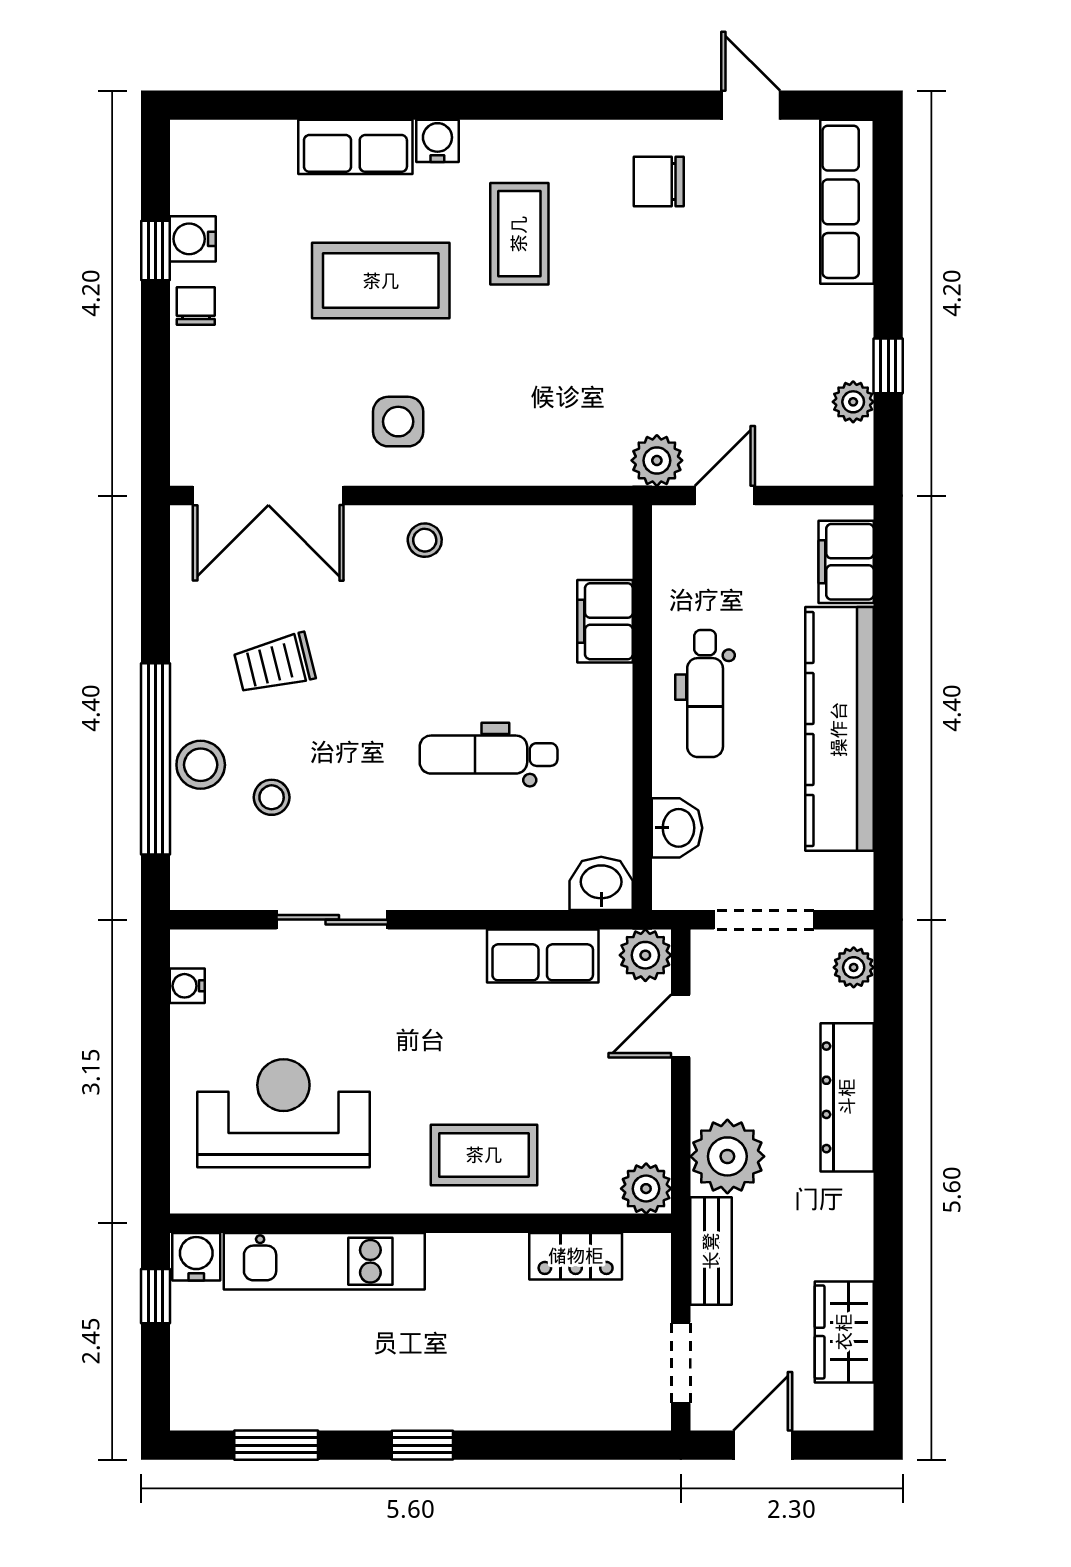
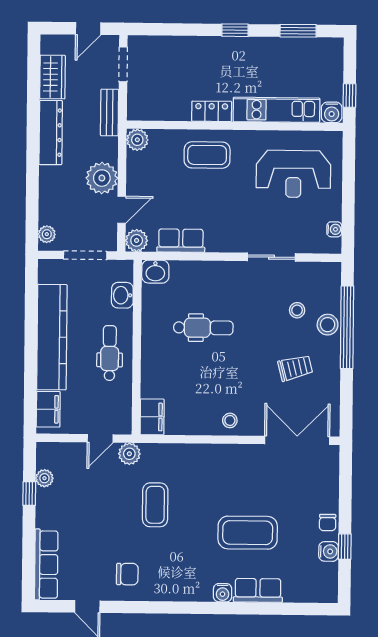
coffee table: (519, 234) -> (155, 505), moved
side table: (398, 422) -> (241, 472), removed
filing cabinet: (605, 621) -> (152, 417), moved
dresser: (847, 1097) -> (51, 133), moved
plant: (727, 1156) -> (102, 178), moved
locker: (576, 1256) -> (212, 111), moved

